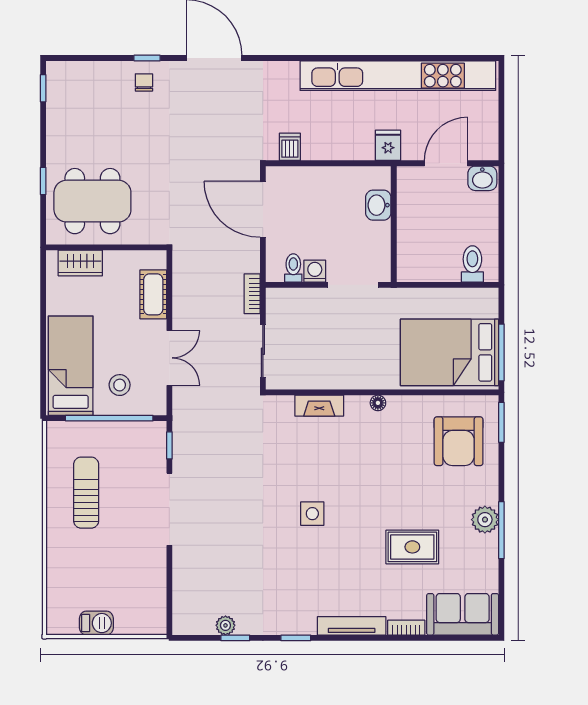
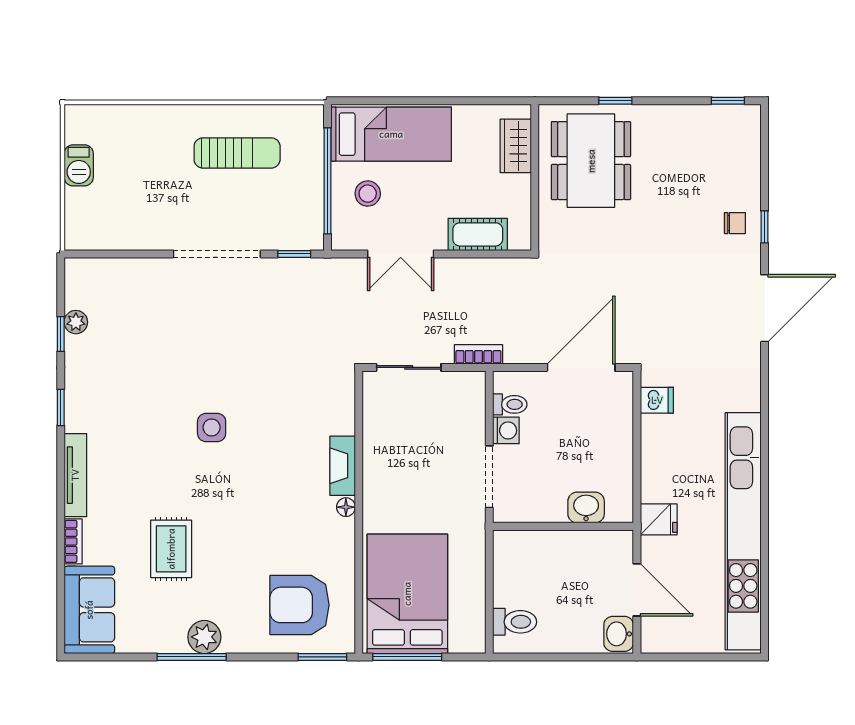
fireplace: (319, 406) -> (343, 466), moved

